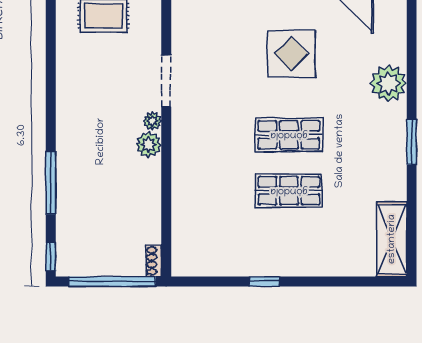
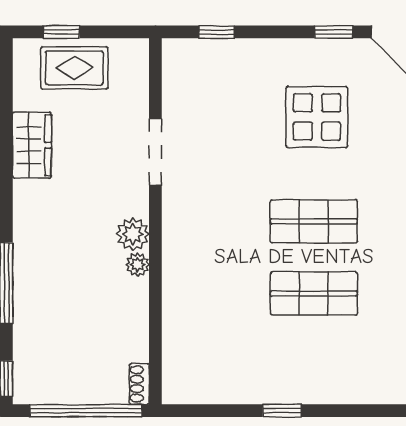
wardrobe: (70, 76) -> (32, 145), added
plant: (152, 121) -> (138, 265), moved

